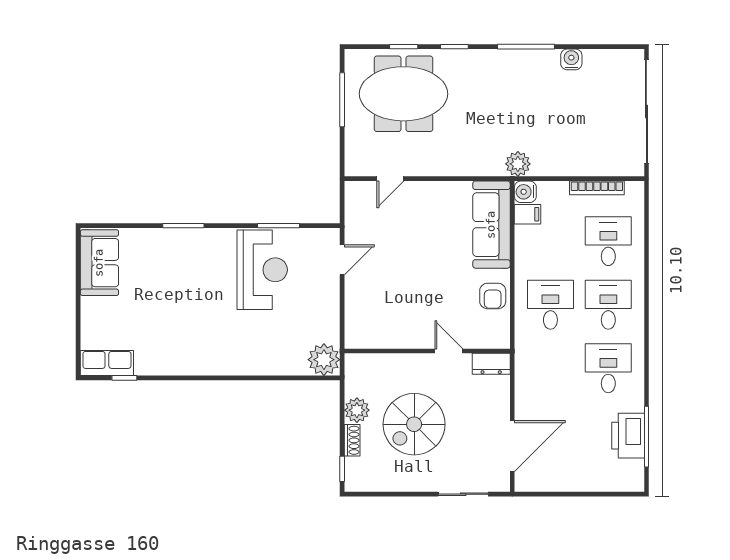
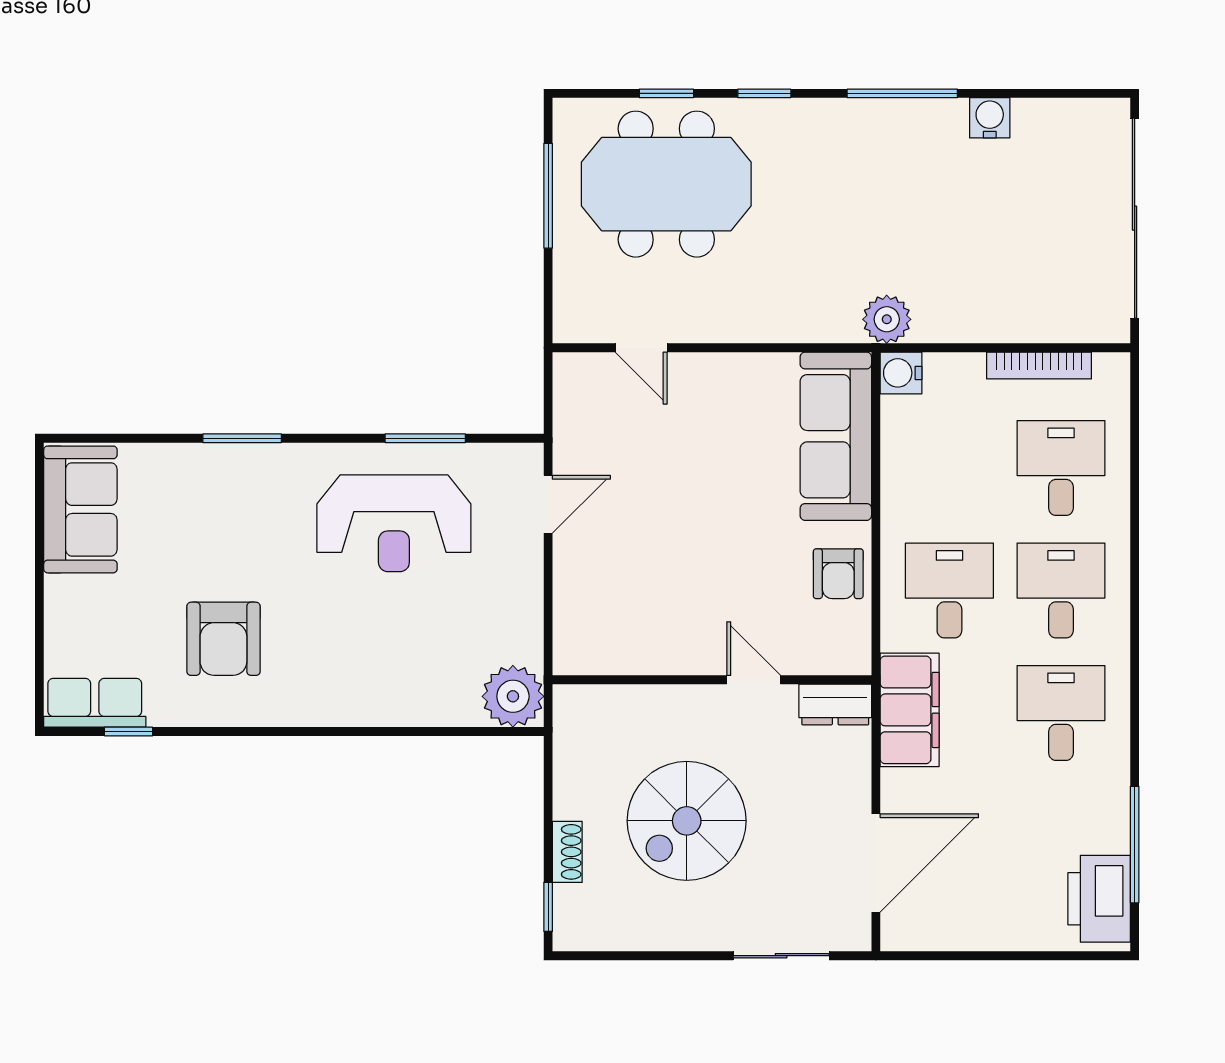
door: (390, 179) -> (641, 348), hinge flipped
filing cabinet: (528, 214) -> (910, 710), moved, width x3.00, depth x1.17
reception desk: (262, 270) -> (394, 523), turned 90
armchair: (174, 330) -> (223, 639), added
plant: (357, 410) -> (577, 794), removed
printer: (628, 436) -> (1099, 899), moved

